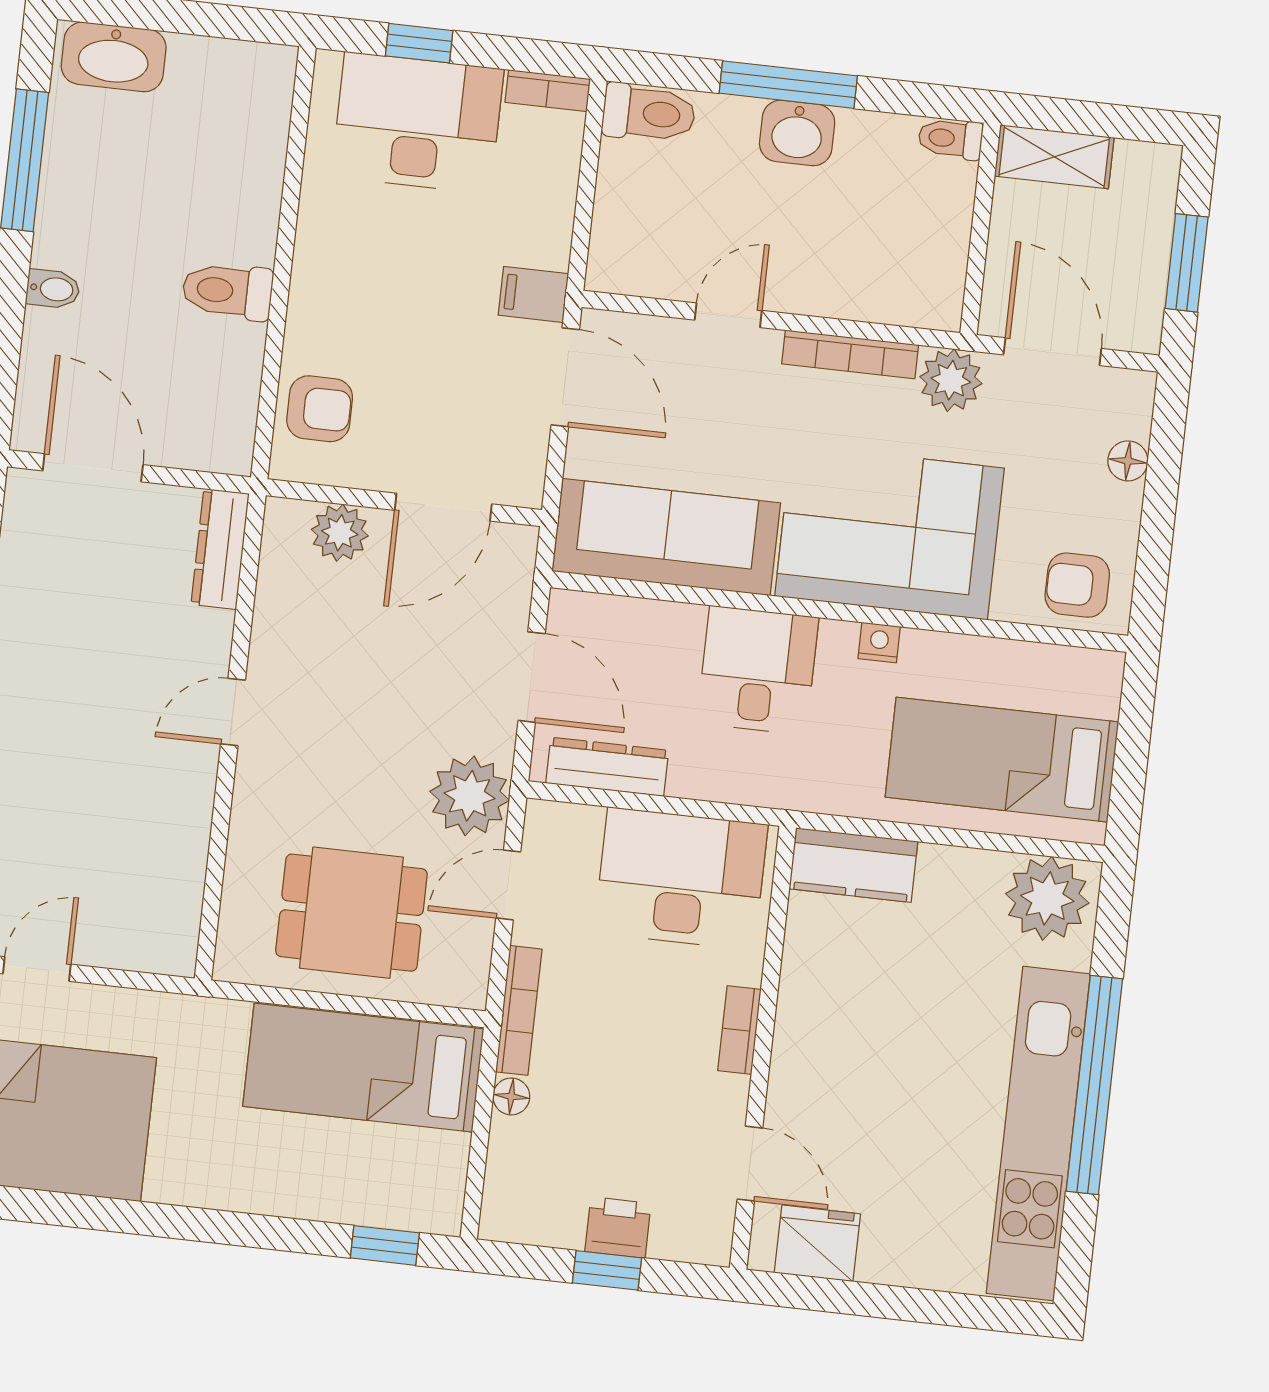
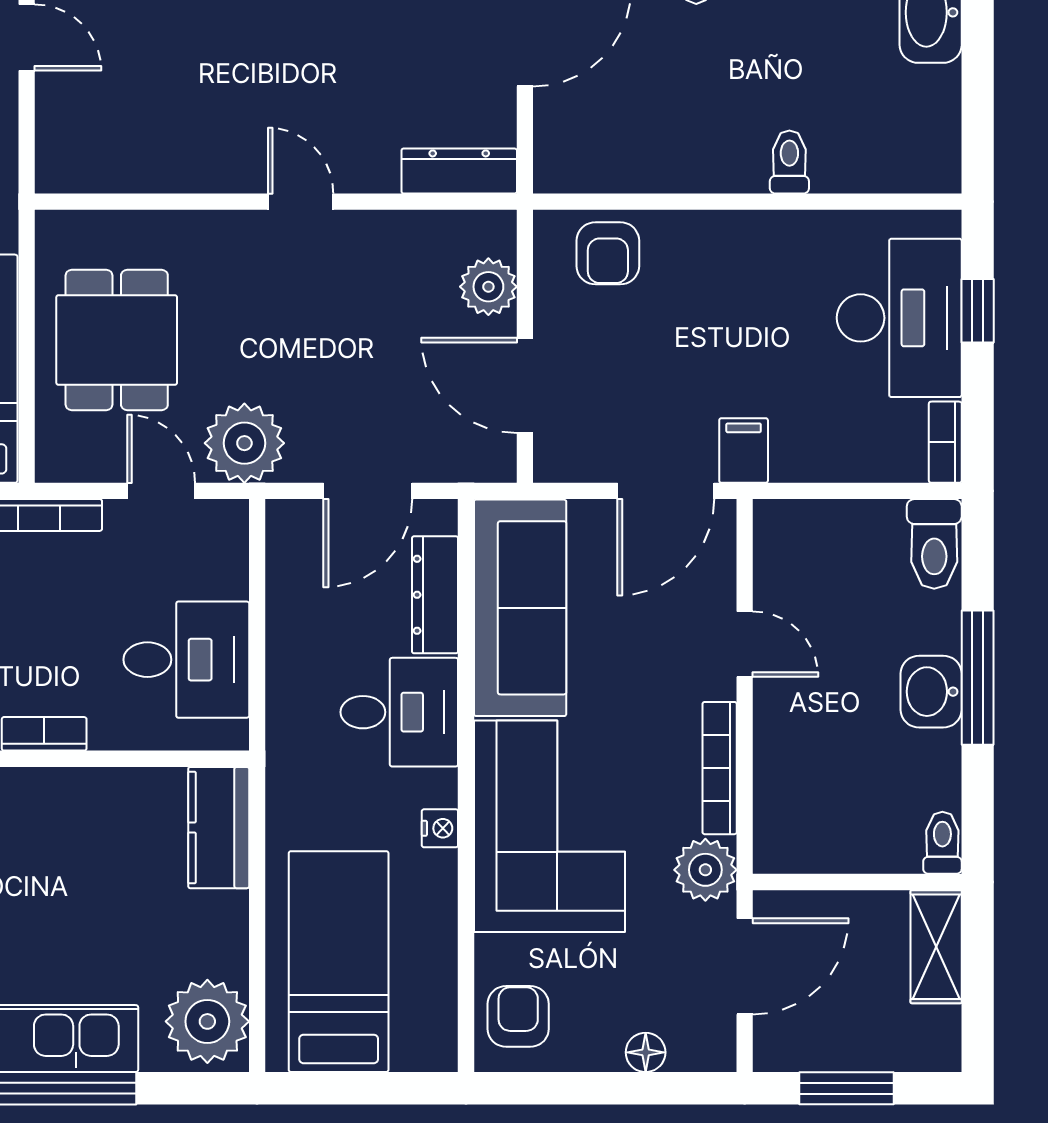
toilet: (227, 291) -> (789, 162), moved, width x0.73, depth x0.72
dresser: (607, 767) -> (435, 595), moved, turned 180
desk: (681, 879) -> (186, 660), width x0.73

